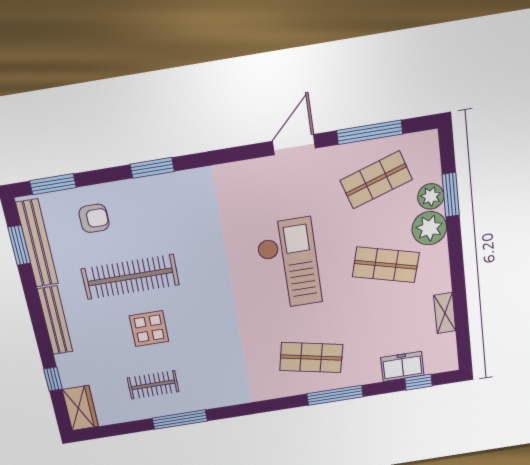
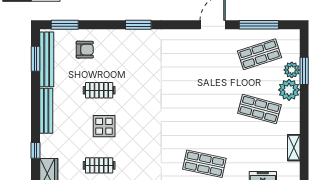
window: (152, 168) -> (138, 25), moved
checkout: (289, 264) -> (199, 98), removed
clothes rail: (130, 277) -> (99, 90), width x0.54, depth x0.76

